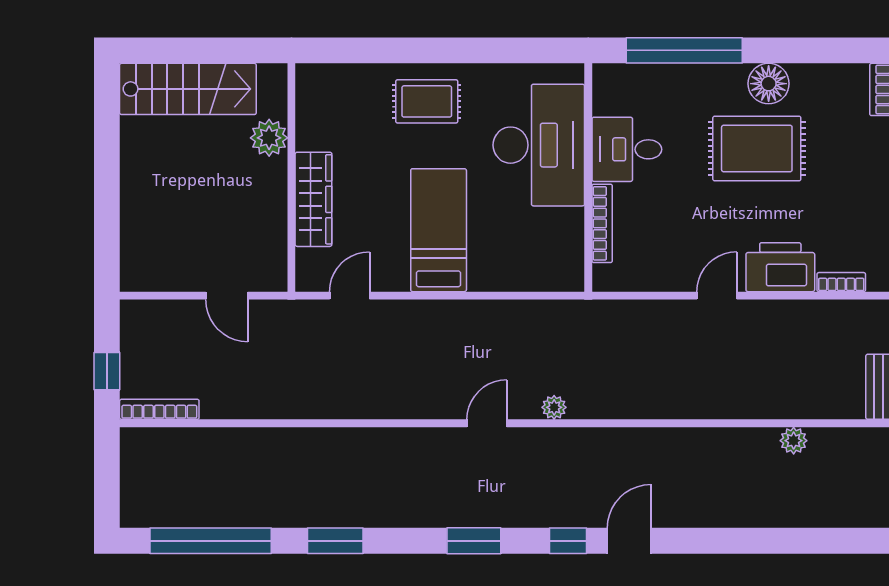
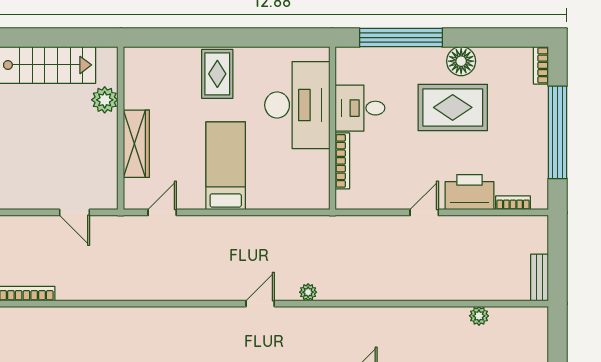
rug: (427, 101) -> (217, 74), turned 90

